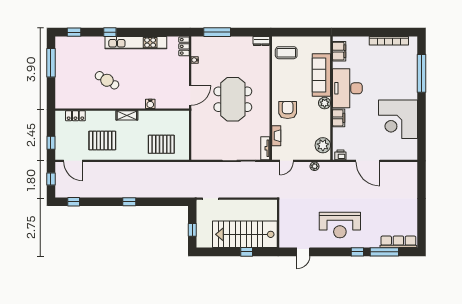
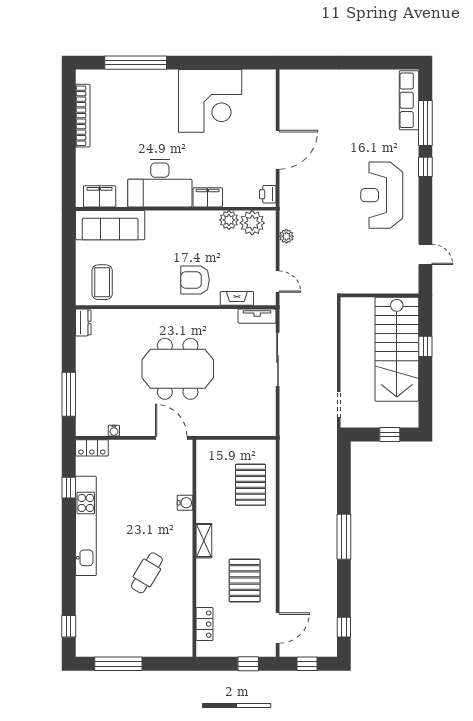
window: (110, 32) -> (69, 488), moved
sofa: (321, 75) -> (110, 225), moved
plant: (325, 103) -> (229, 220), moved
window: (129, 202) -> (344, 537), width x2.17
reception desk: (340, 225) -> (382, 195), turned 180

